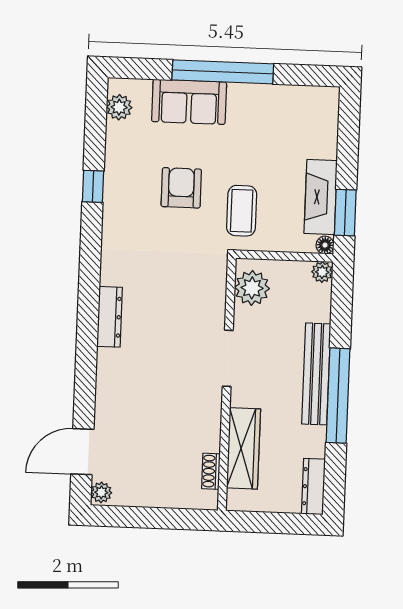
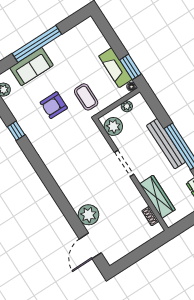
armchair: (181, 188) -> (54, 105), turned -90
plant: (322, 272) -> (127, 106), moved
dresser: (110, 317) -> (62, 181), removed
plant: (101, 492) -> (88, 215), moved, width x1.88, depth x1.88

